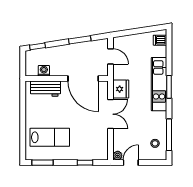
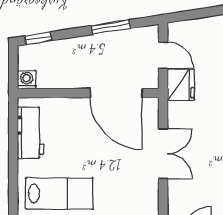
washing machine: (44, 71) -> (27, 80), moved
workbench: (45, 89) -> (31, 133), moved, turned -90
fridge: (121, 89) -> (181, 85), moved

